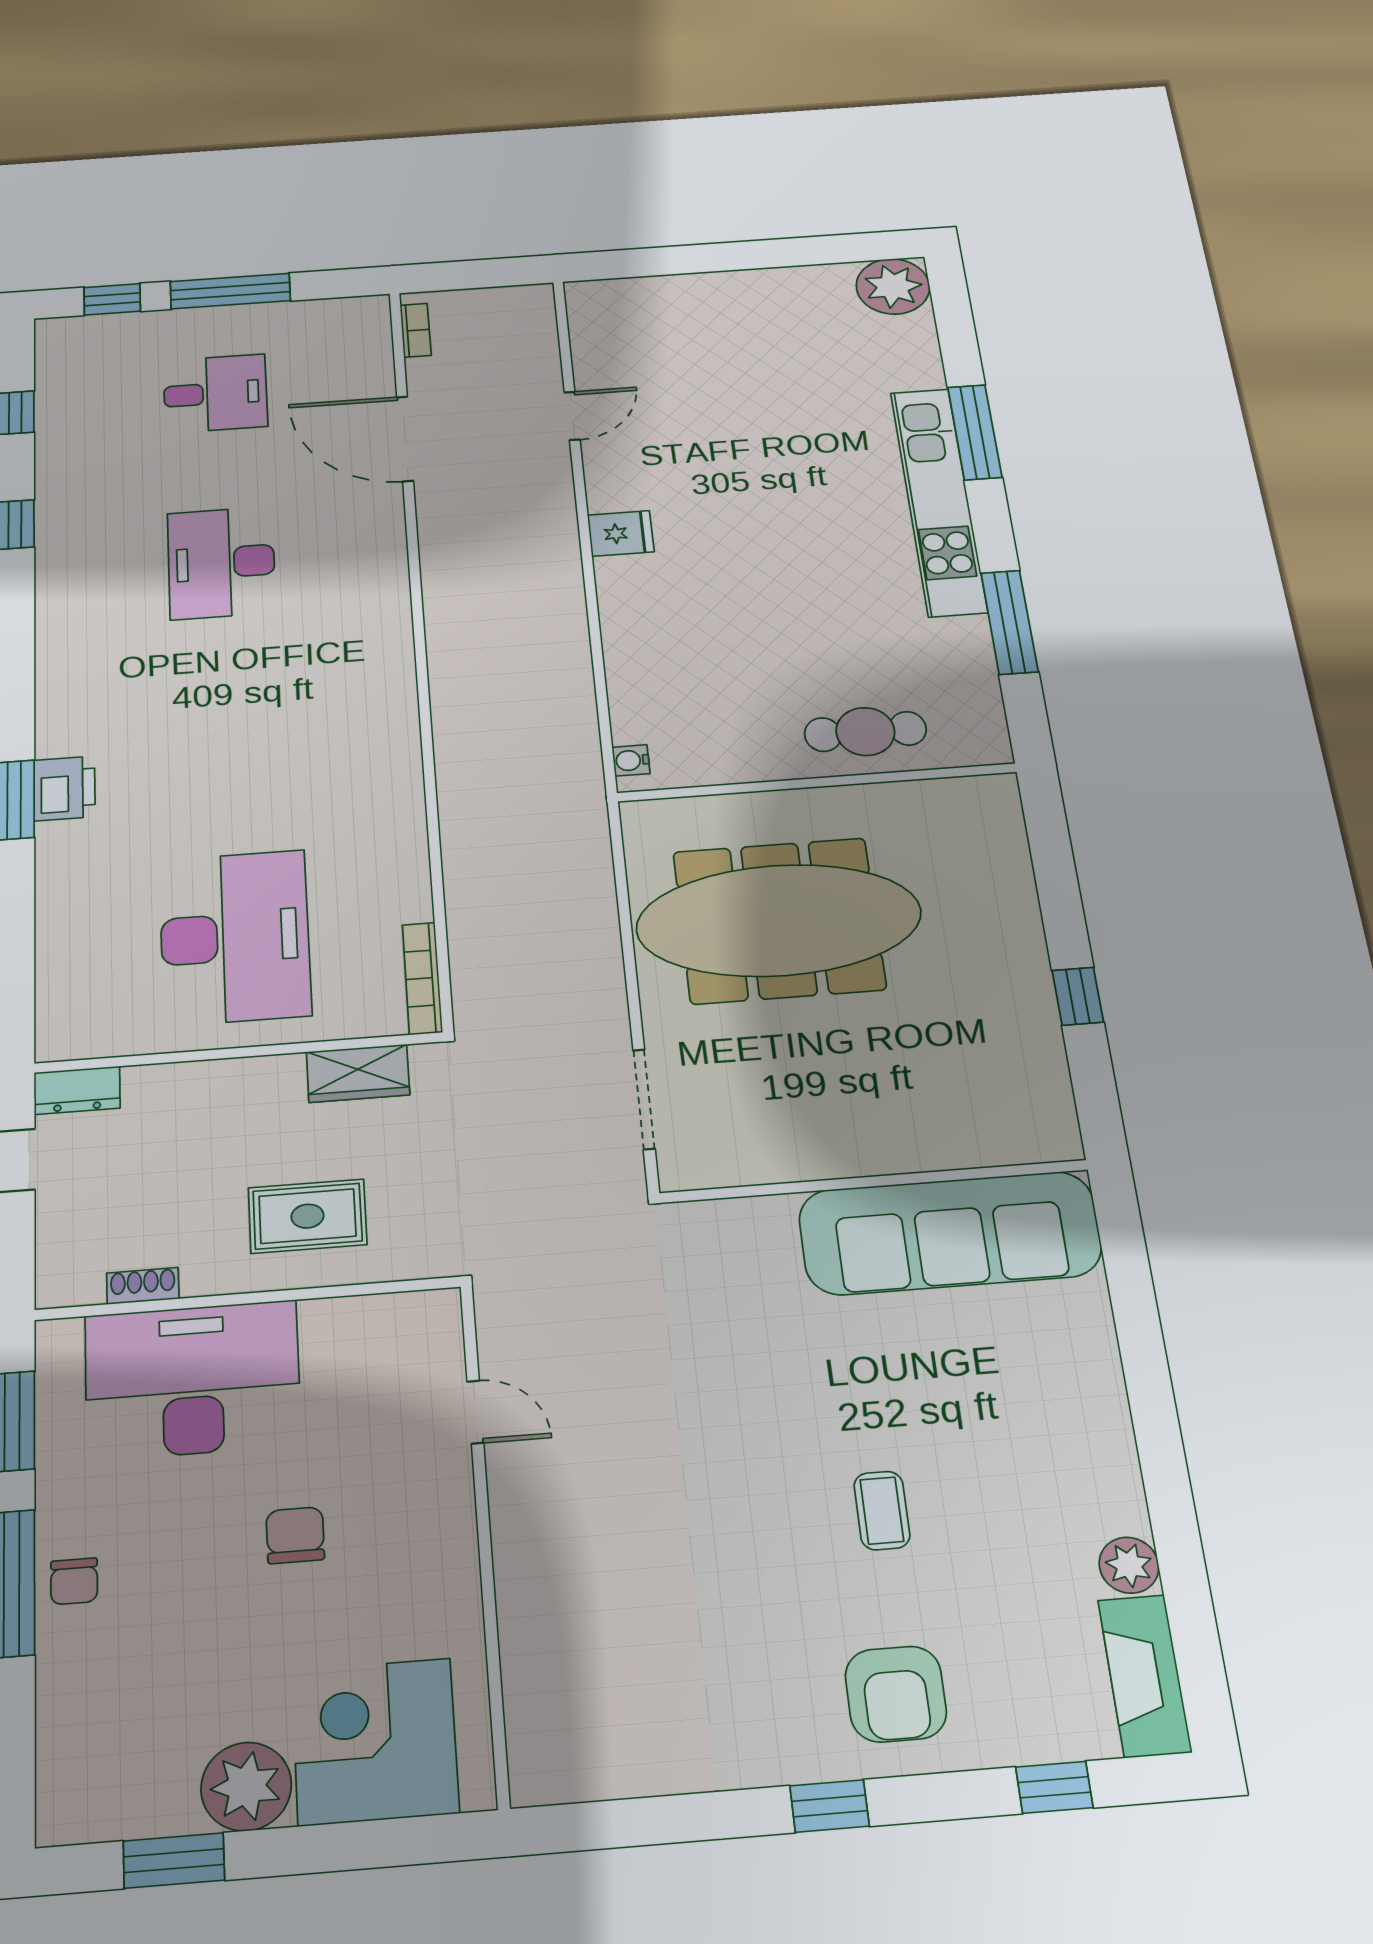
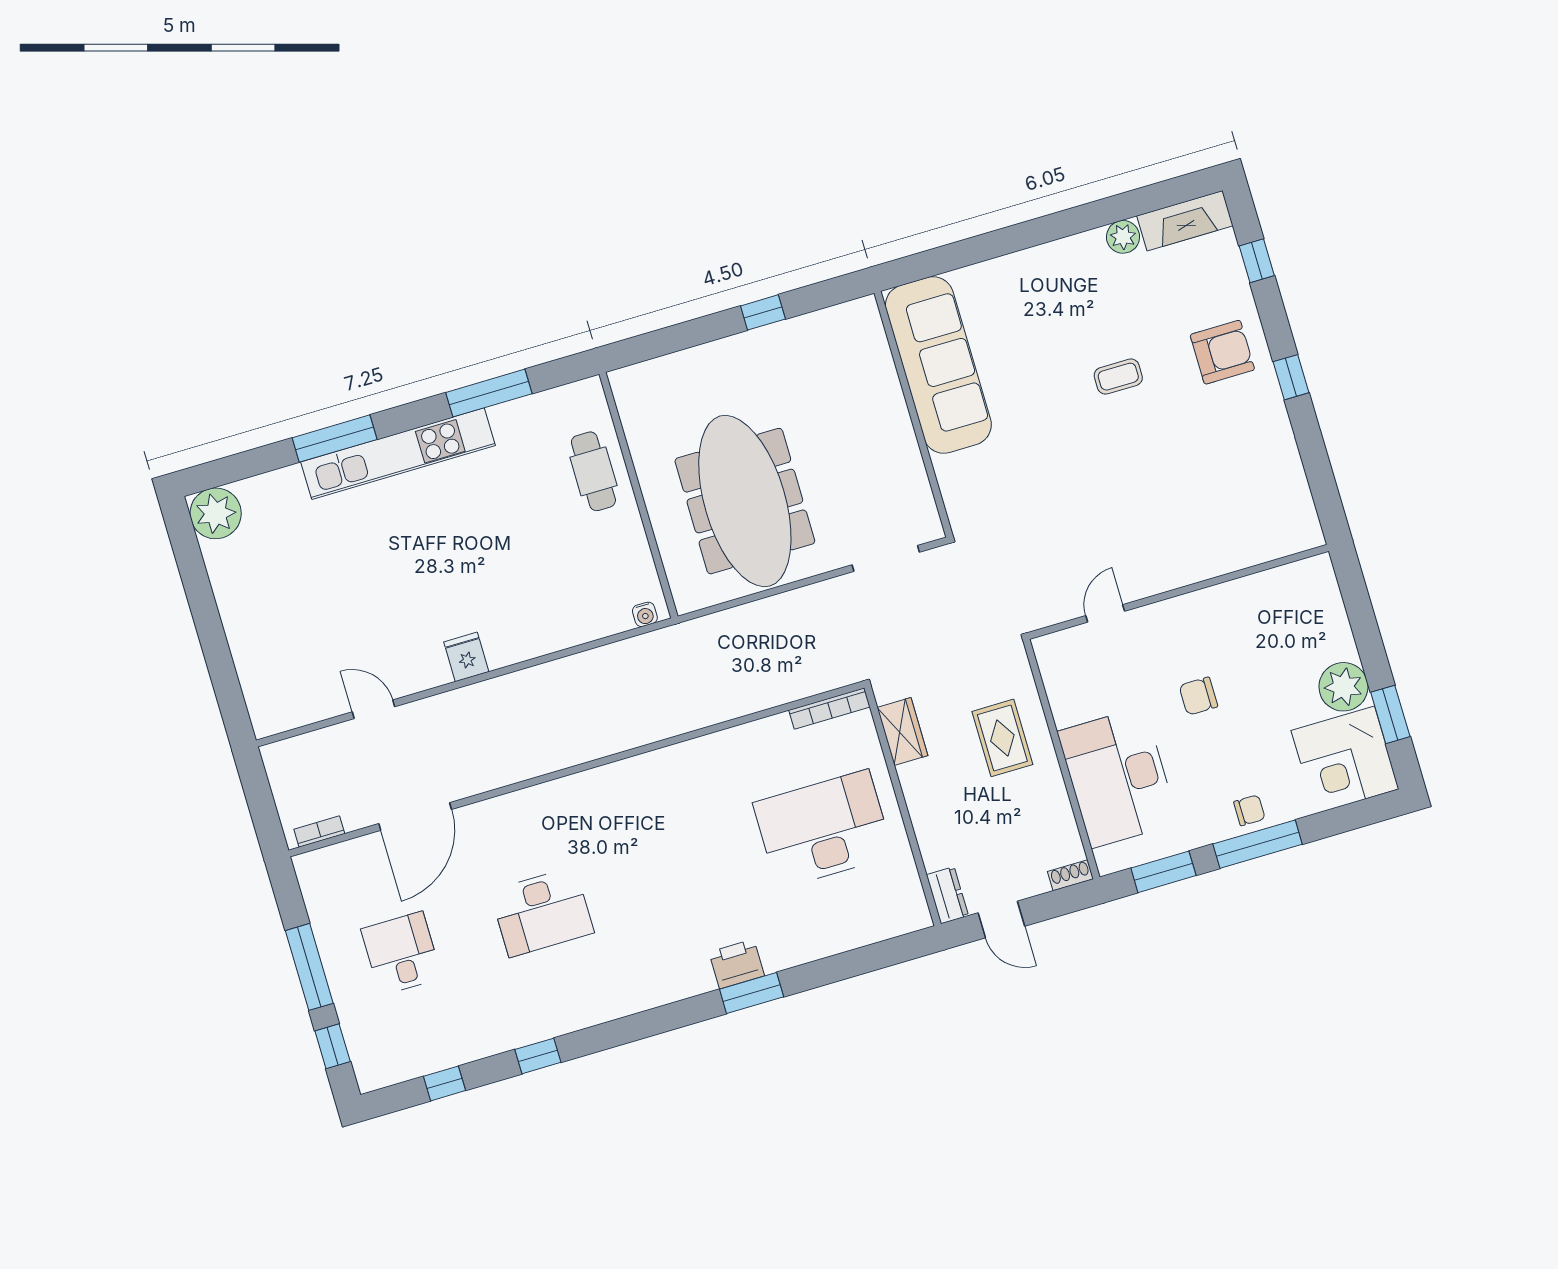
shoe rack: (143, 1286) -> (1070, 875), moved, turned 90
corner desk: (375, 1741) -> (1345, 760), moved

